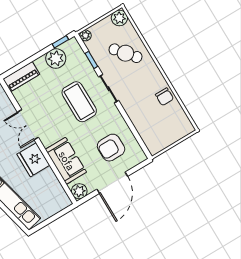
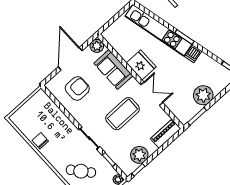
coffee table: (79, 102) -> (123, 114), moved, turned 90

